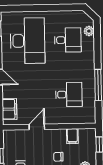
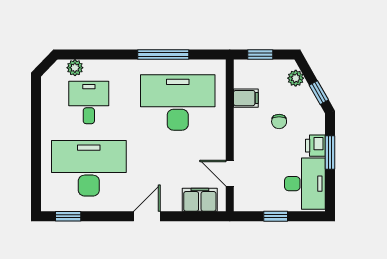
desk: (69, 94) -> (178, 102), width x1.87, depth x1.30
door: (37, 127) -> (230, 173), moved

